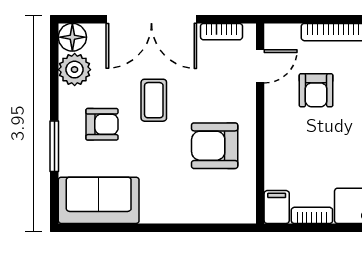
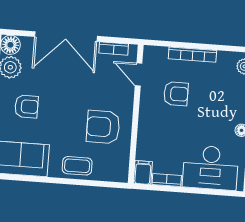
door: (260, 66) -> (139, 75), swing flipped
armchair: (316, 90) -> (176, 94), turned -90
coffee table: (154, 100) -> (77, 166), moved, turned 90

